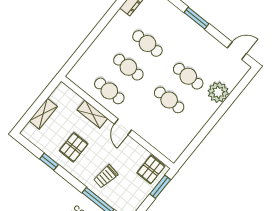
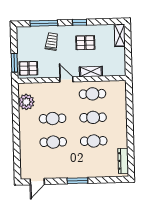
plant: (218, 92) -> (26, 102), moved
shelving: (43, 114) -> (120, 35), moved
pallet: (74, 147) -> (85, 43), turned 90
window: (49, 162) -> (80, 22), moved
pallet: (151, 170) -> (28, 68), turned 90

